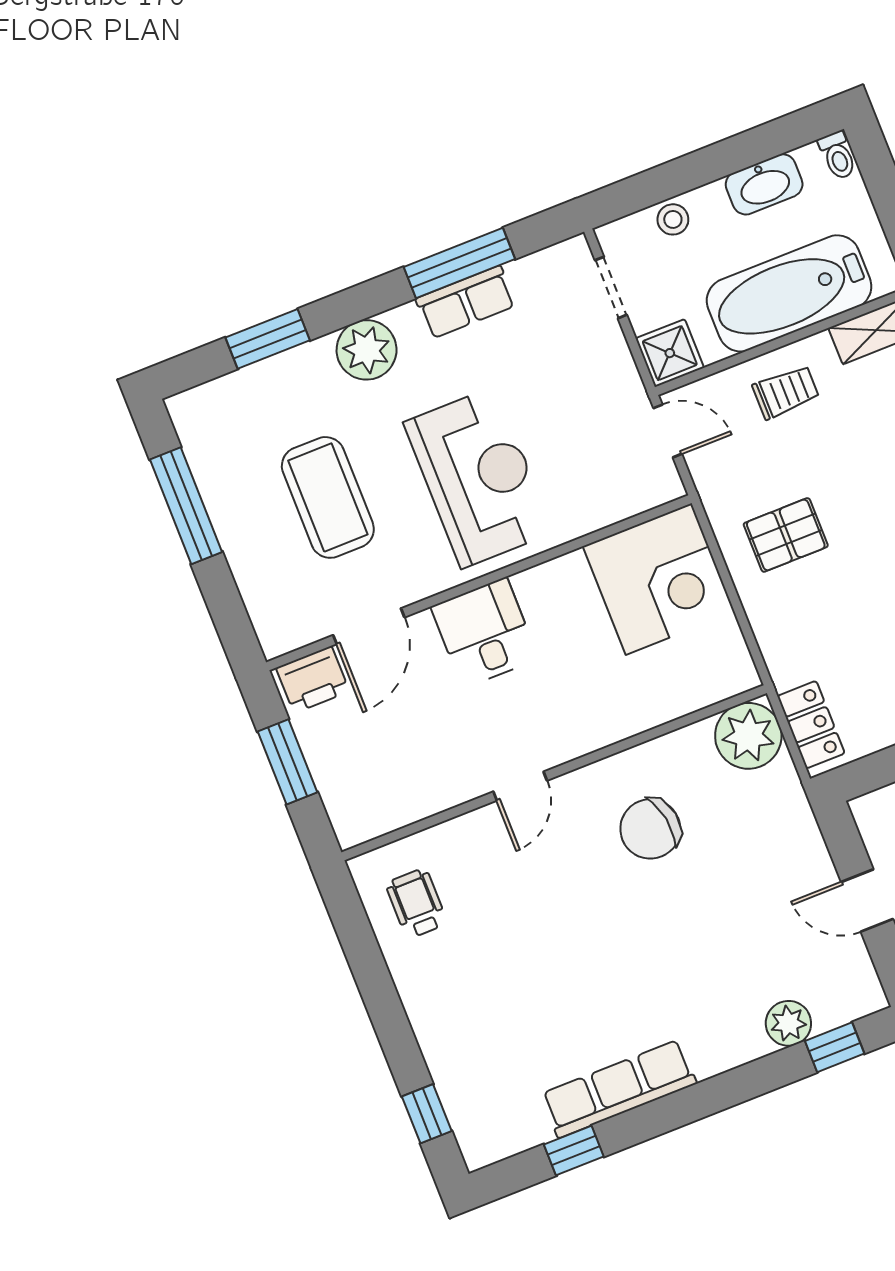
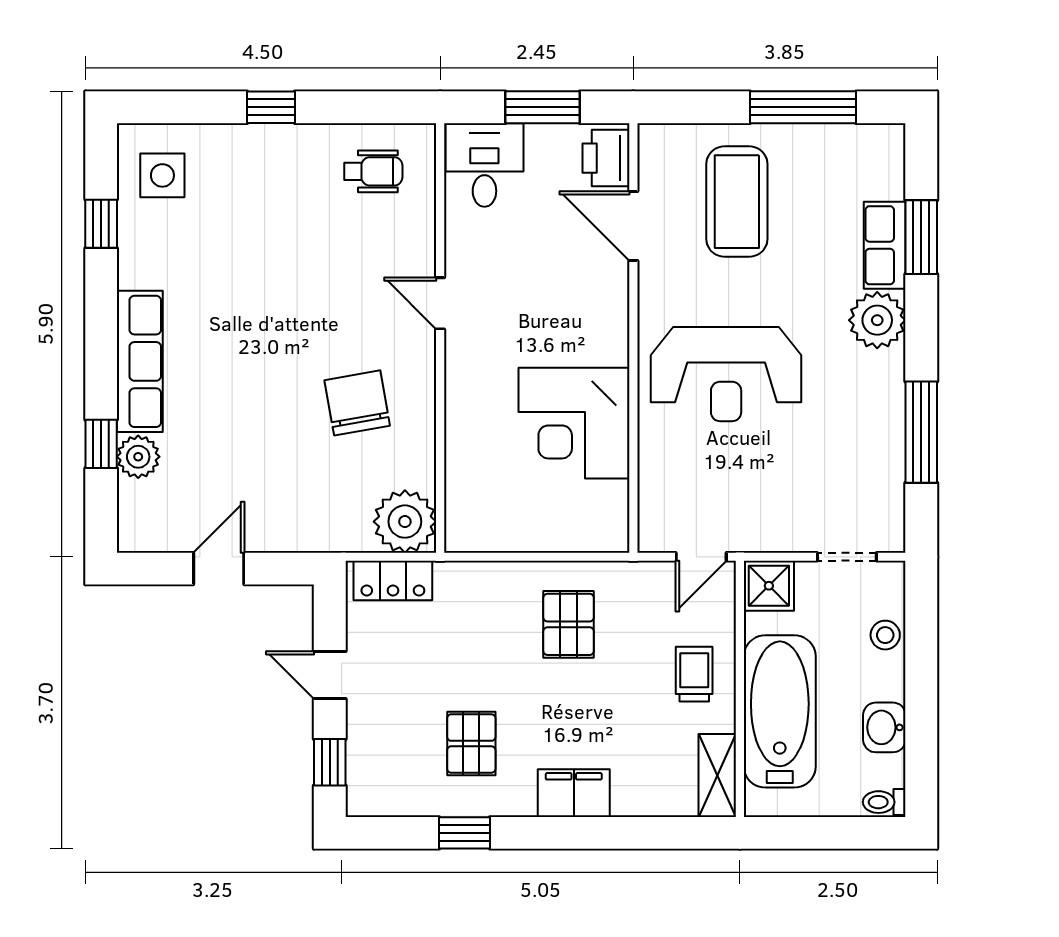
washbasin: (764, 184) -> (884, 727), width x0.72
row of seats: (466, 302) -> (885, 245), moved
trolley: (786, 392) -> (694, 674), turned 180
coffee table: (328, 497) -> (737, 202), moved, turned 90
corner desk: (659, 579) -> (574, 423), moved
desk: (485, 633) -> (484, 165), moved, turned -90
window: (835, 1047) -> (101, 444), moved
row of seats: (619, 1089) -> (140, 361), moved
side table: (502, 1109) -> (162, 175), added
window: (427, 1114) -> (271, 107), moved

